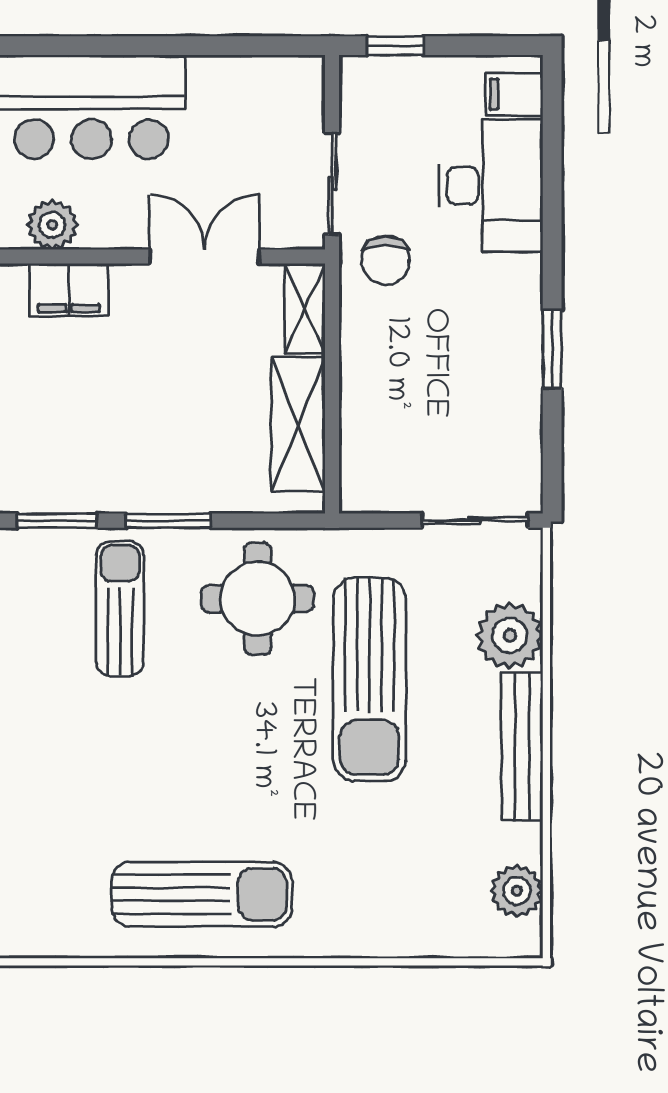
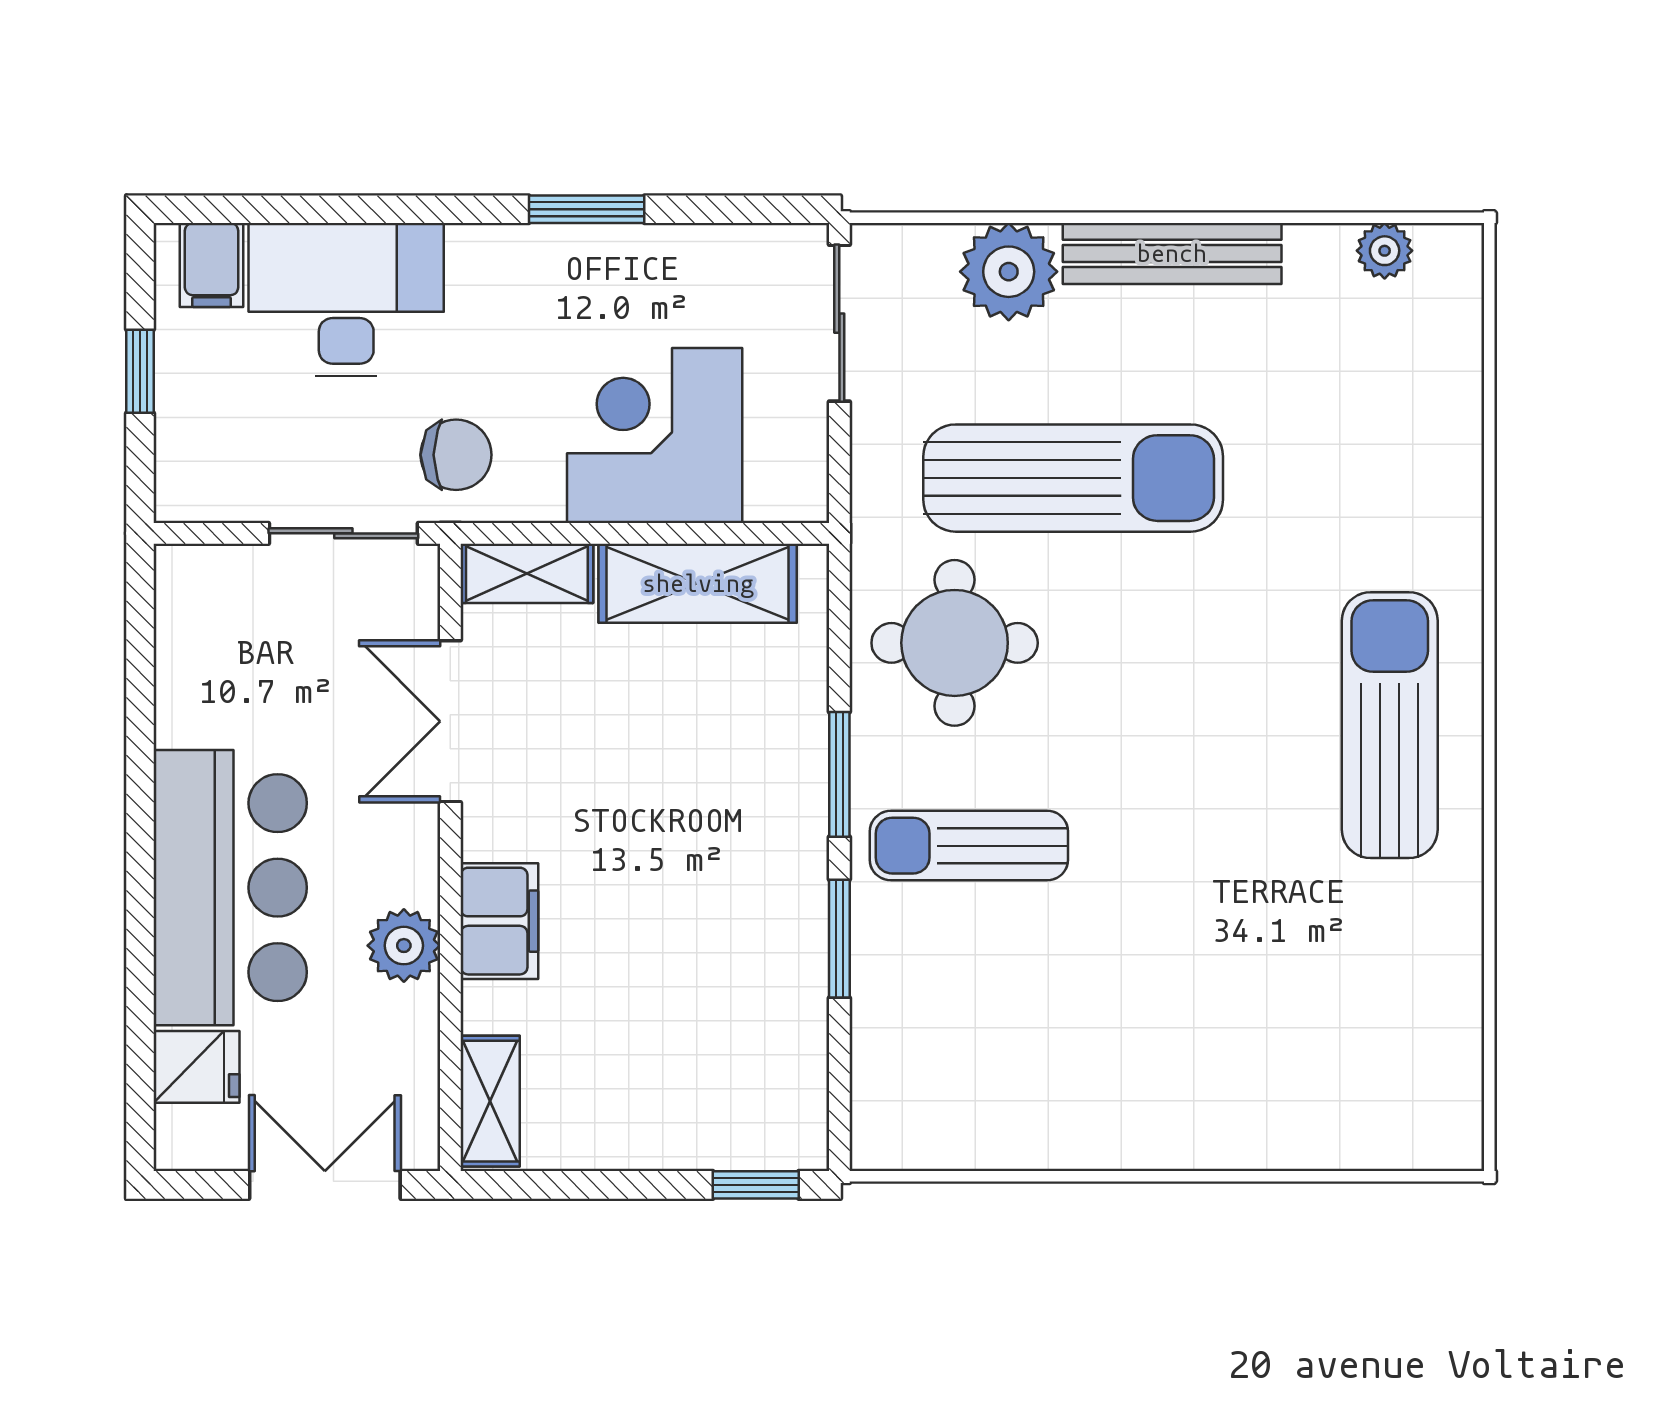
window: (396, 46) -> (140, 371), moved
corner desk: (398, 395) -> (655, 436), added
plant: (517, 891) -> (1385, 251), width x0.73, depth x0.73

